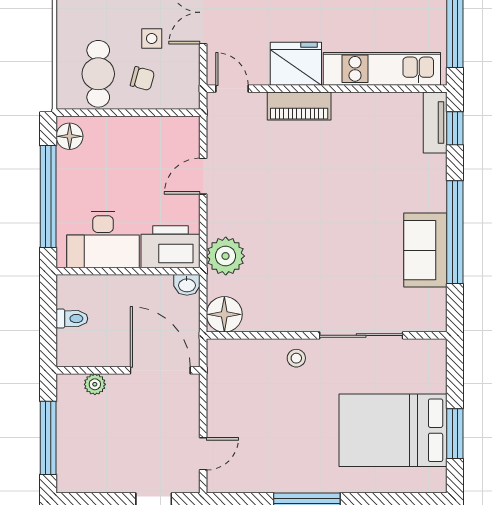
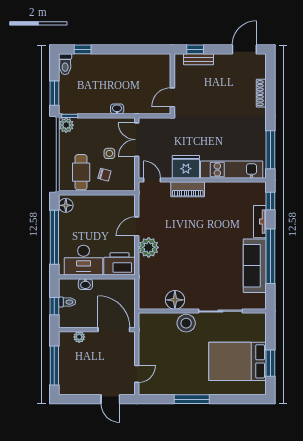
tv unit: (435, 122) -> (260, 222), moved
sofa: (425, 250) -> (255, 266), width x1.36
plant: (226, 256) -> (149, 247), moved
washbasin: (187, 285) -> (85, 284), moved
floor lamp: (224, 314) -> (175, 300), moved
window: (48, 326) -> (54, 306), added
stool: (296, 358) -> (186, 323), width x1.89, depth x1.89

